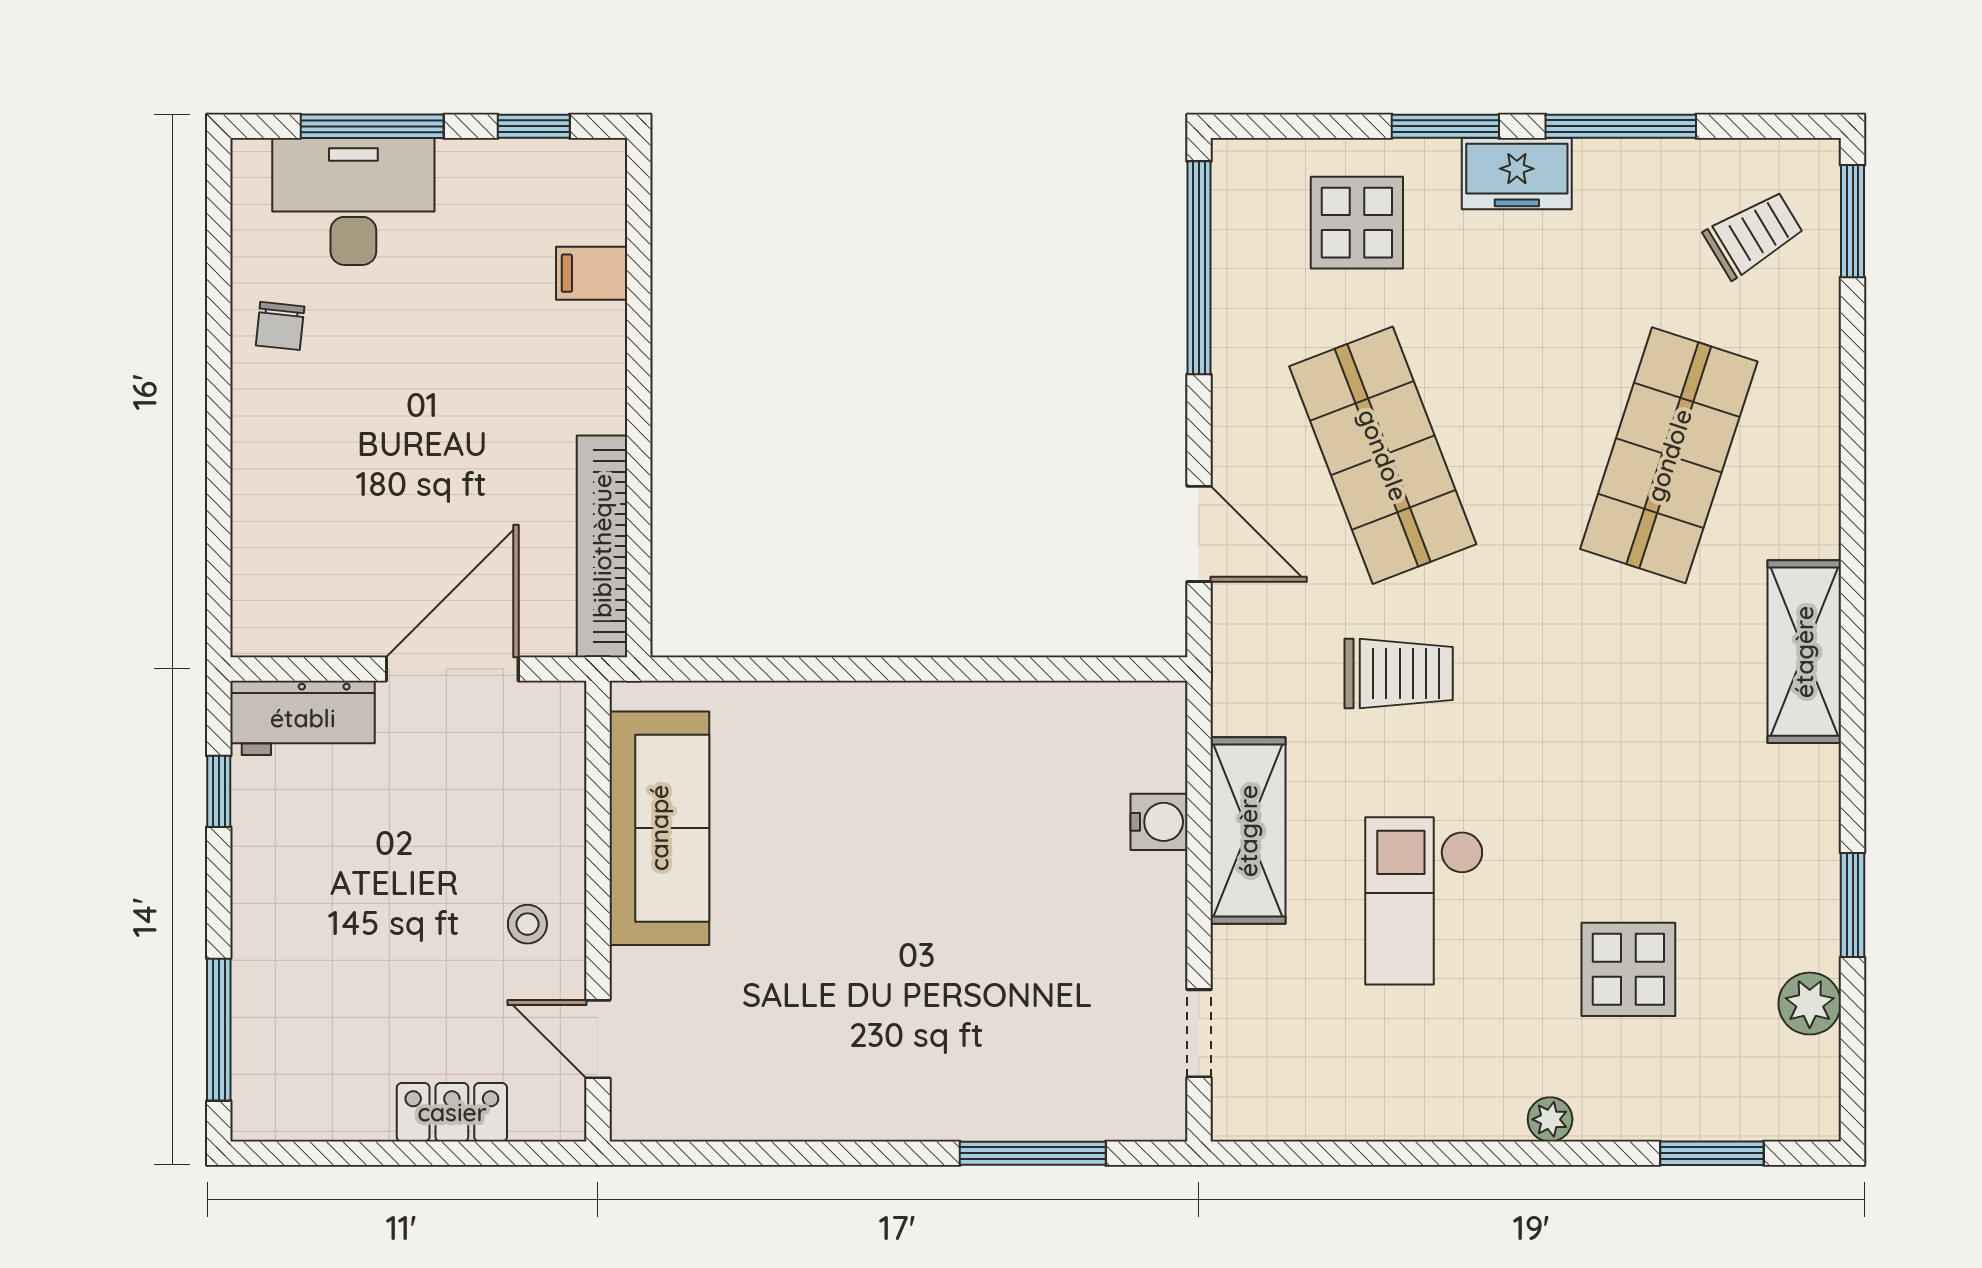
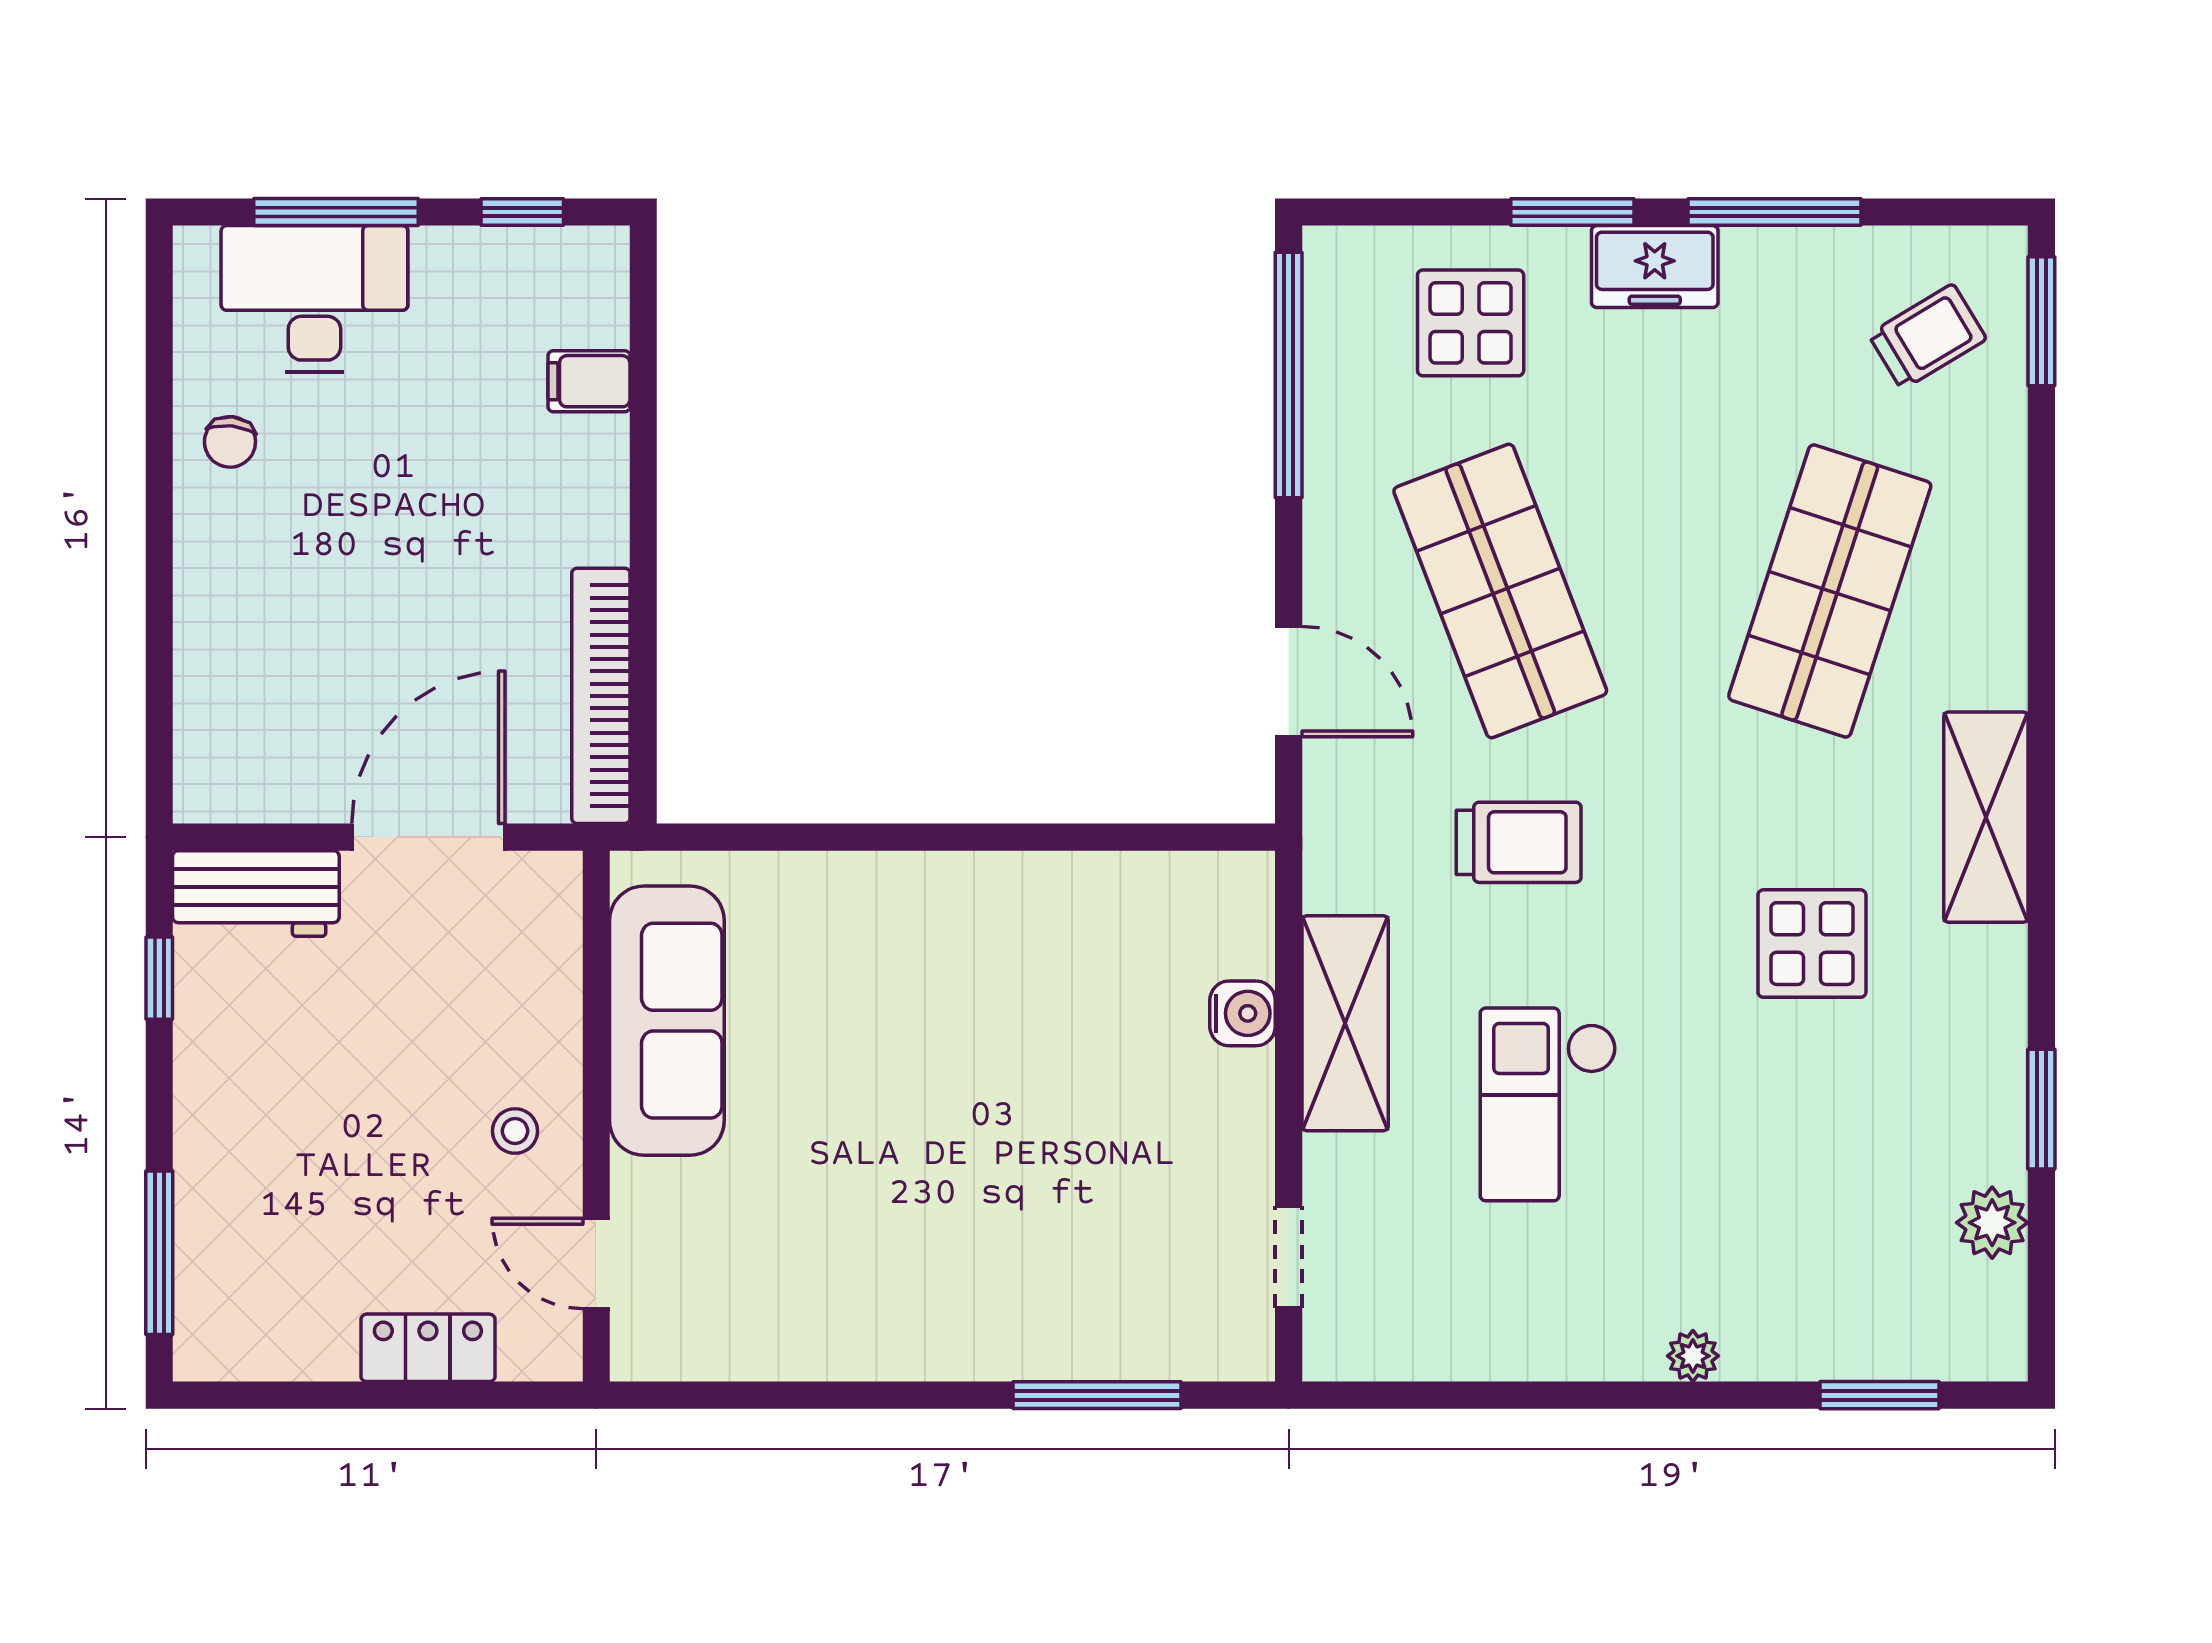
display table: (1628, 969) -> (1812, 944), moved

